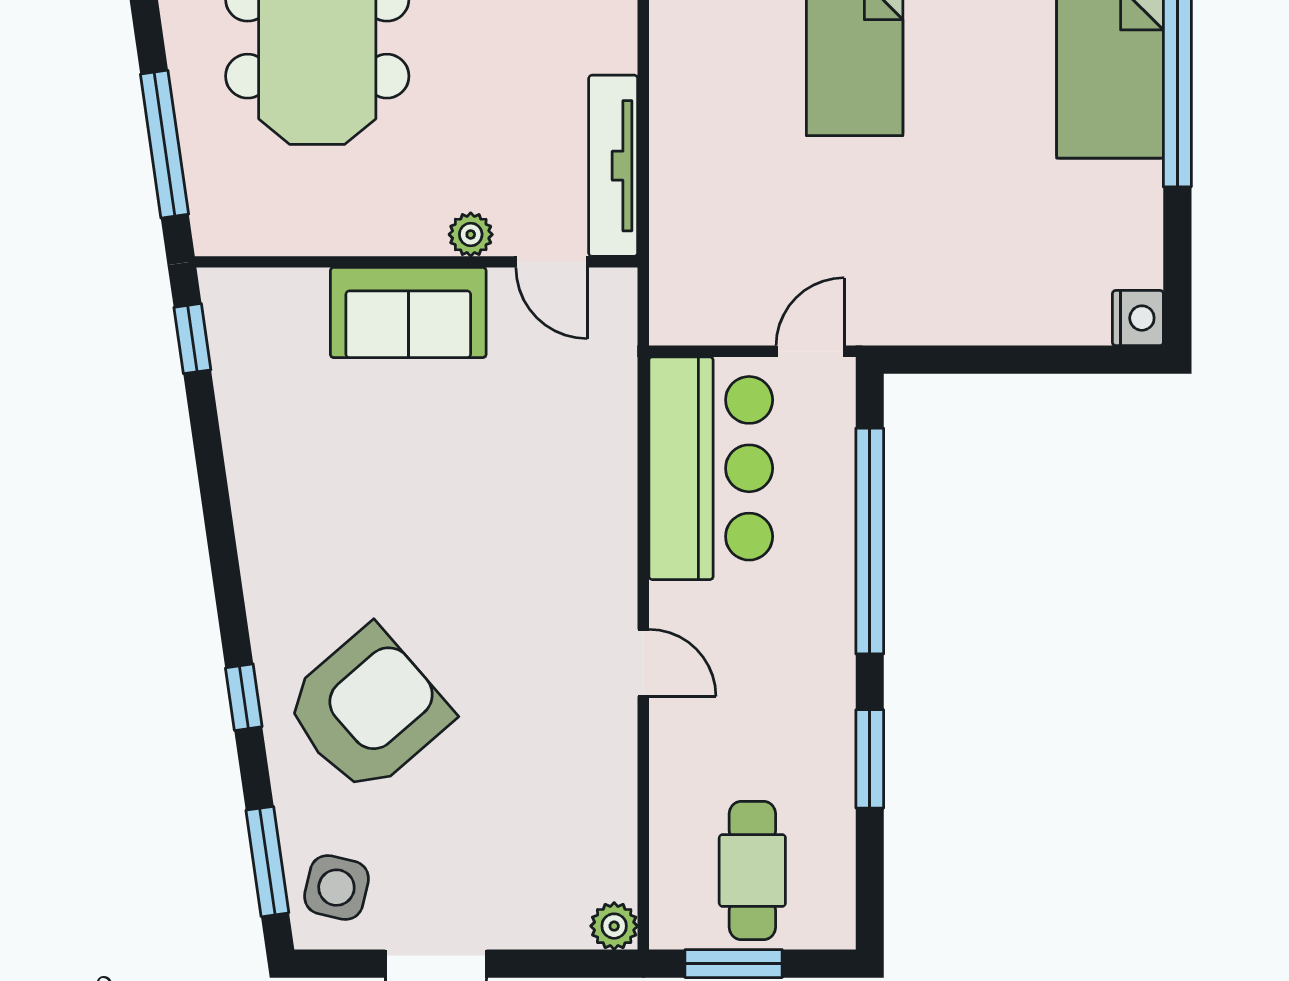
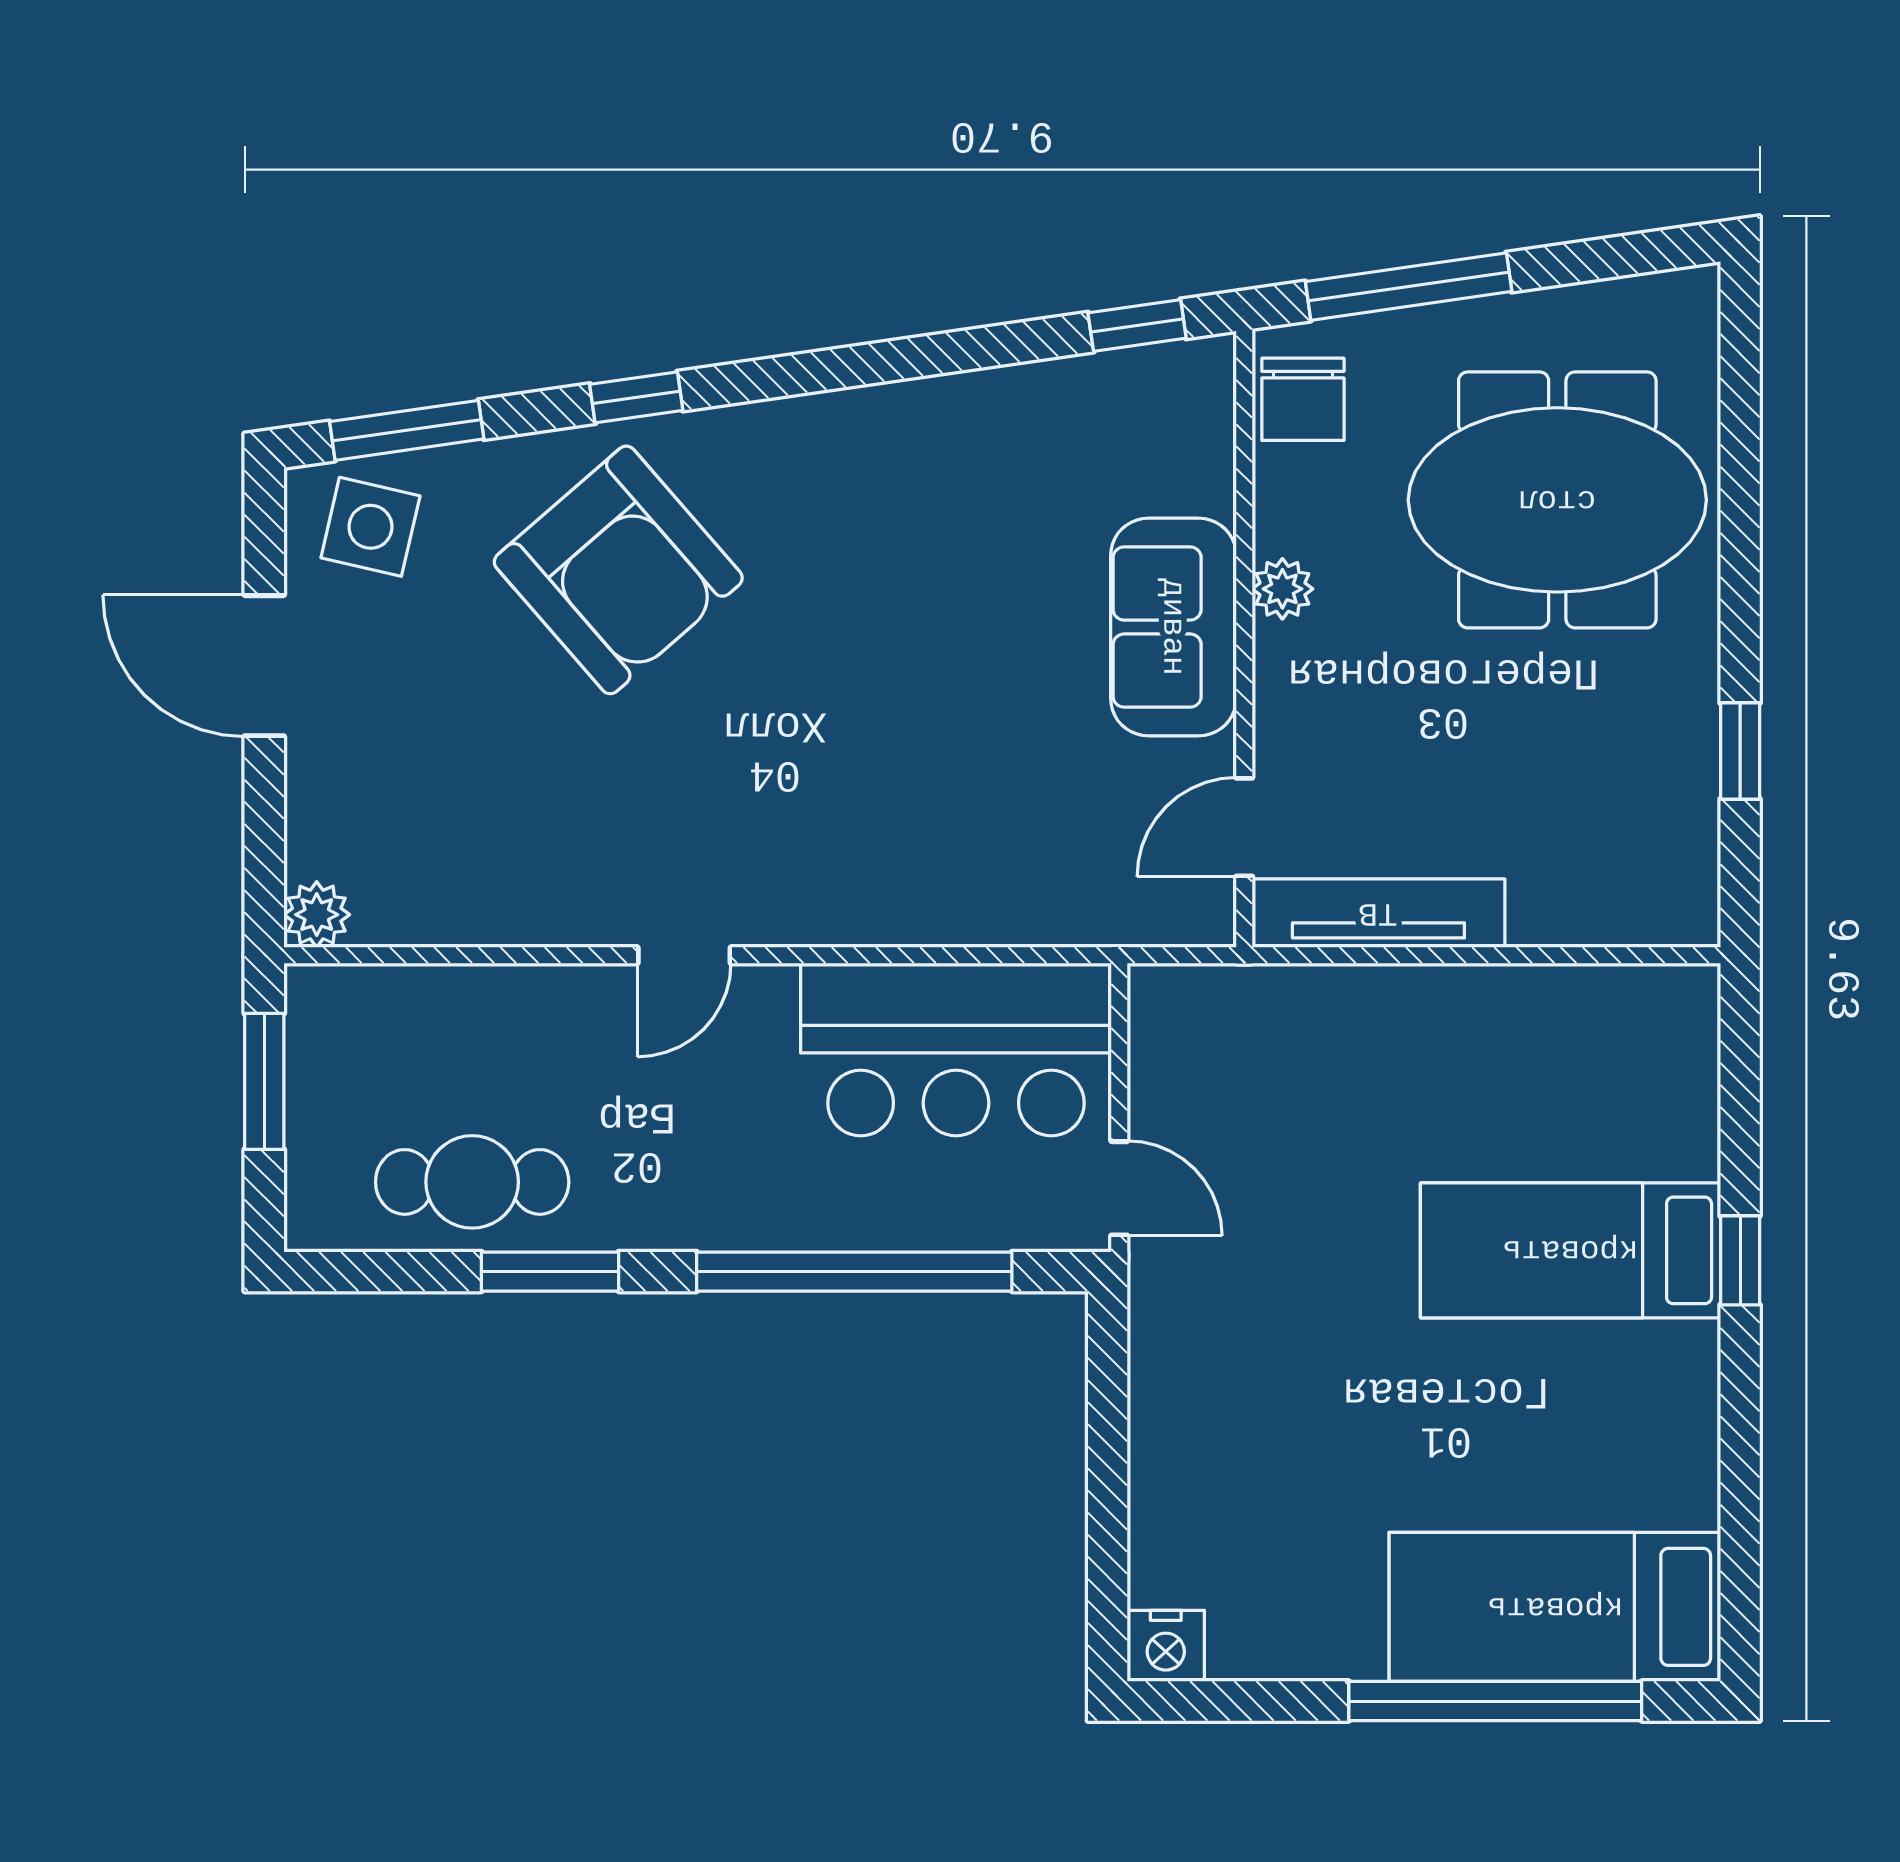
chair: (245, 220) -> (1303, 399), added
plant: (471, 234) -> (1282, 589), moved
cafe table: (752, 871) -> (472, 1182), moved

